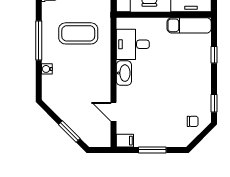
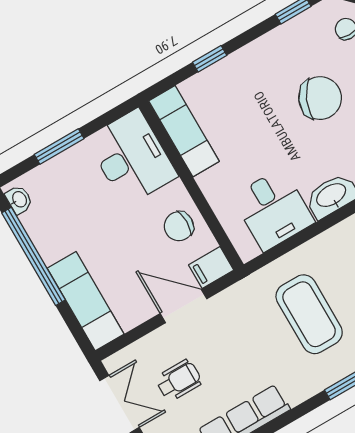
chair: (169, 93) -> (320, 98), added

